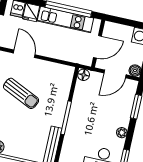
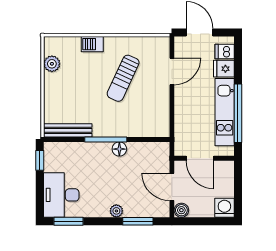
floor lamp: (84, 75) -> (119, 149), moved
plant: (122, 133) -> (116, 211), moved

